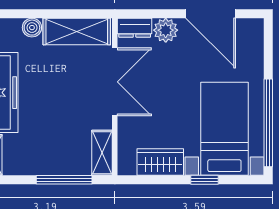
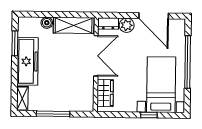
window: (268, 123) -> (188, 62), moved
shelving: (102, 153) -> (88, 98), removed
wardrobe: (160, 162) -> (105, 93), moved, turned 90
window: (64, 180) -> (53, 114), moved

